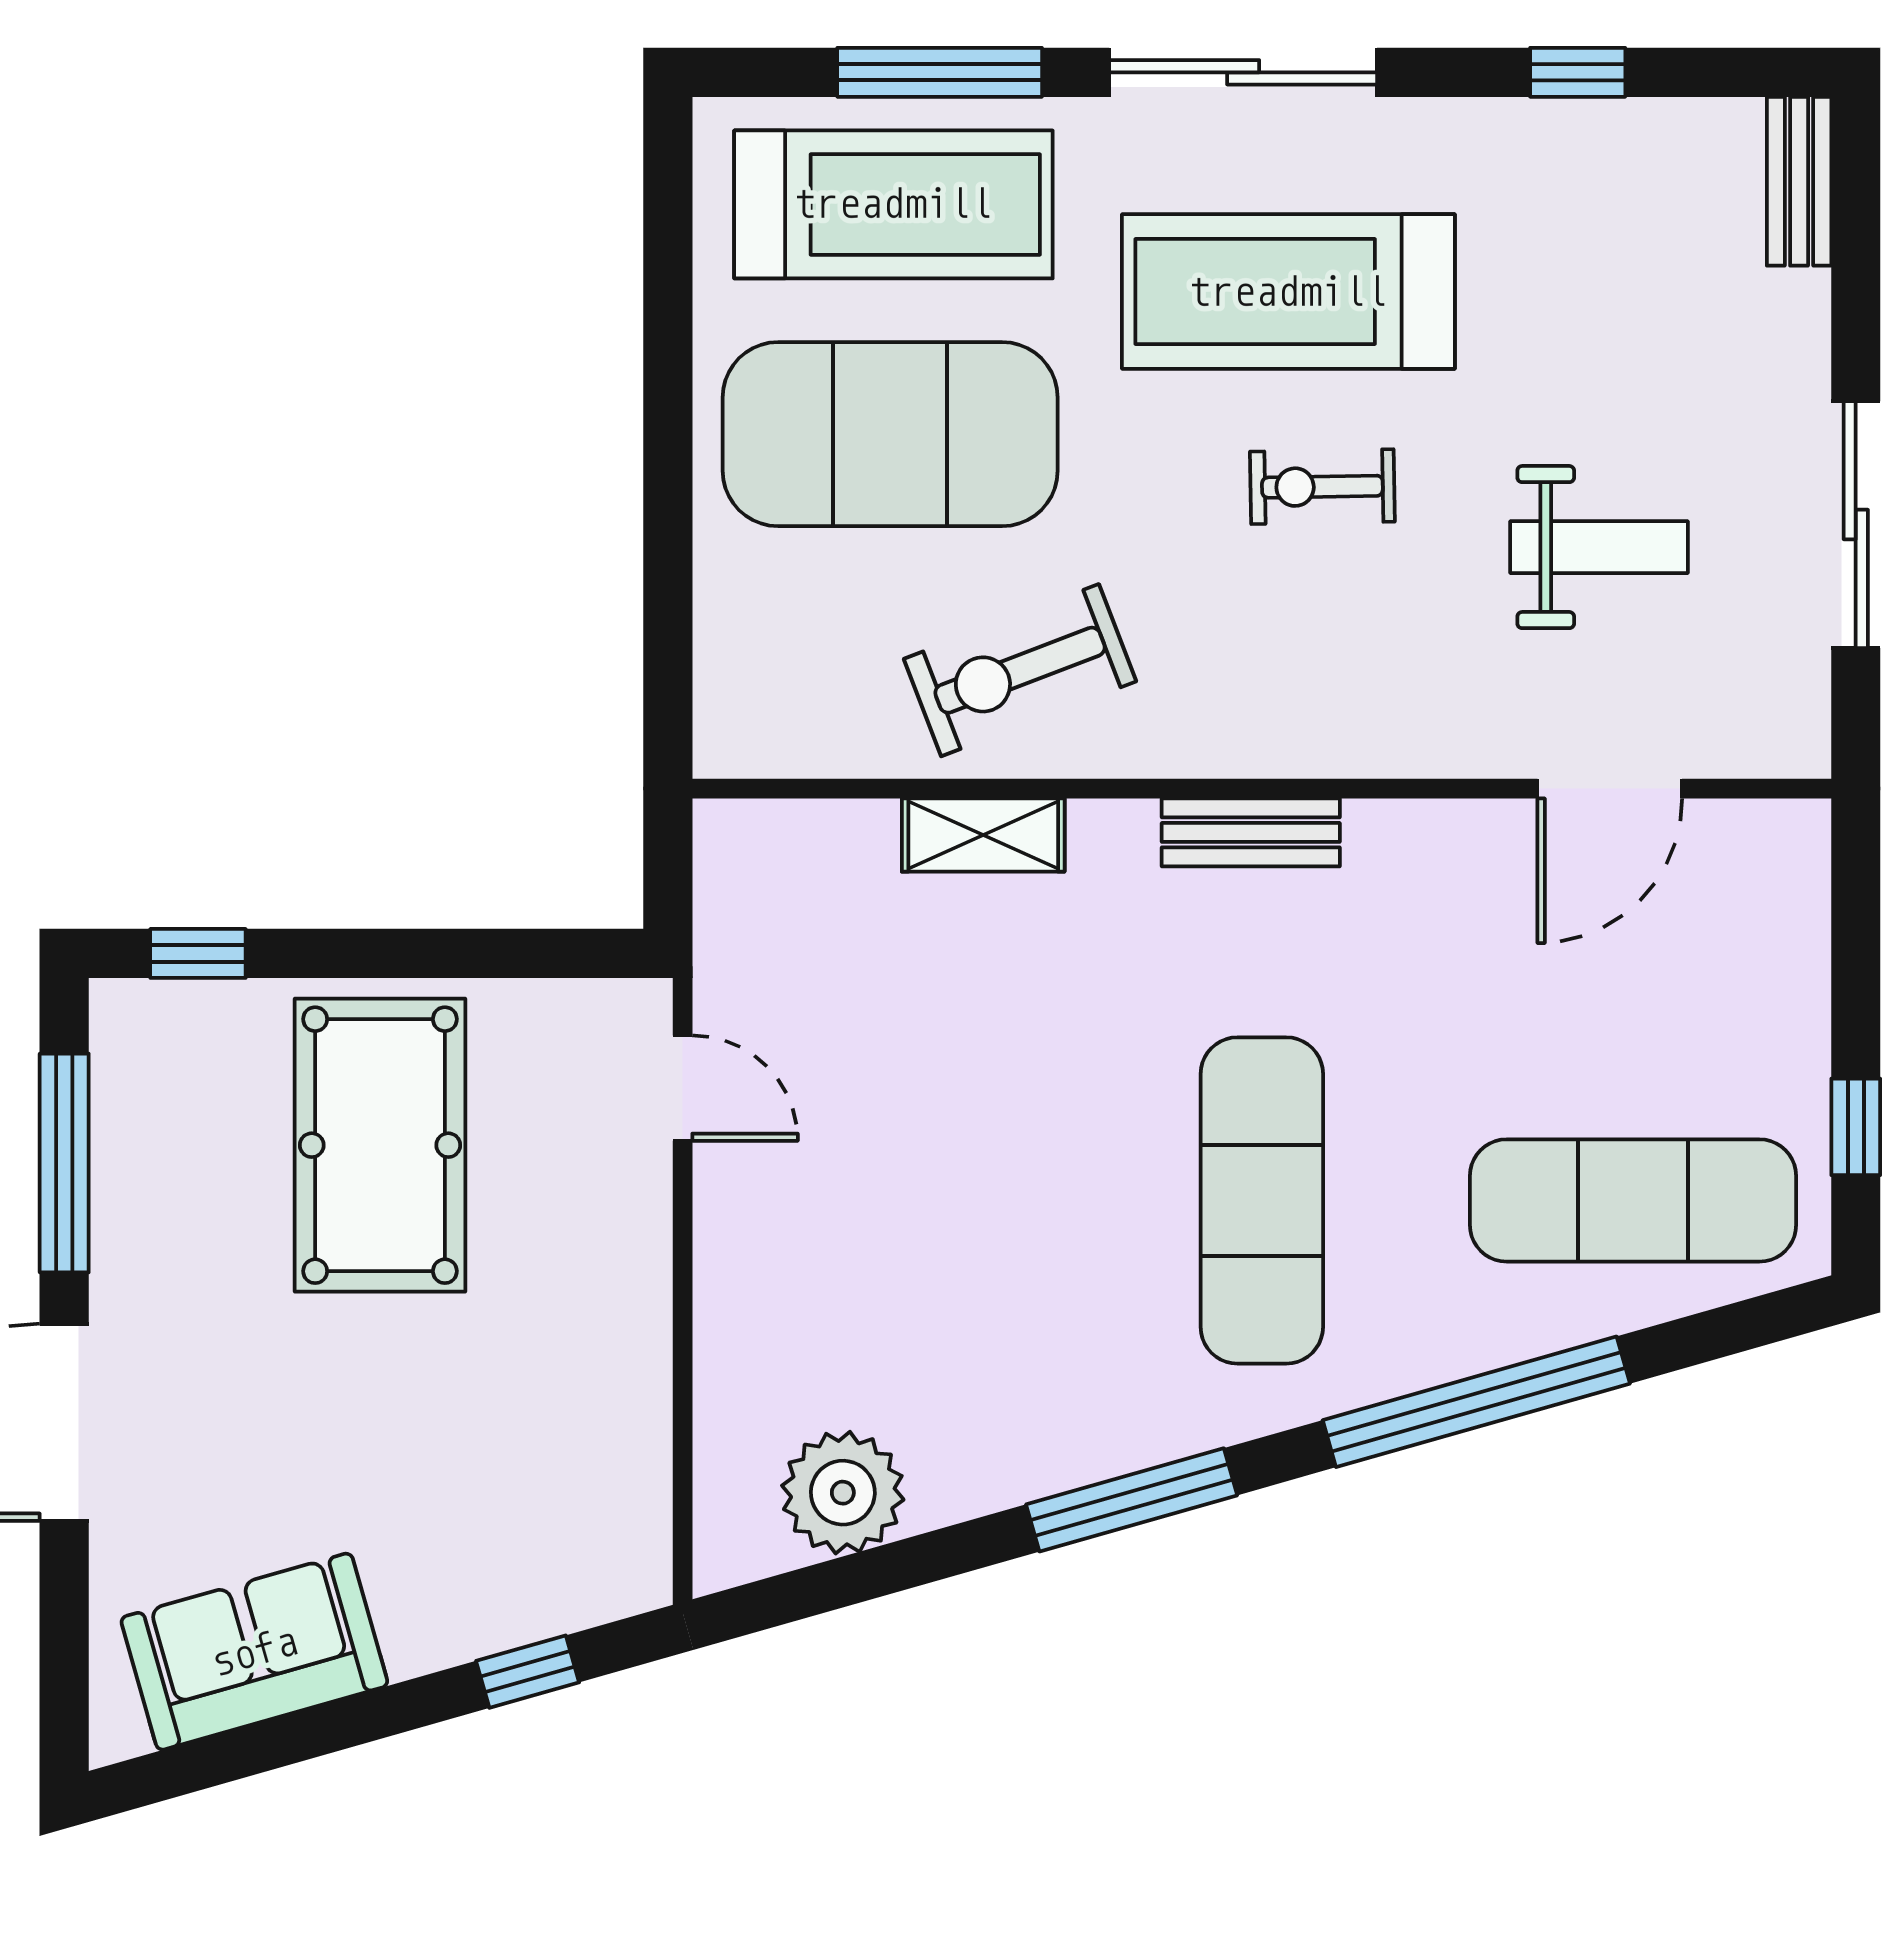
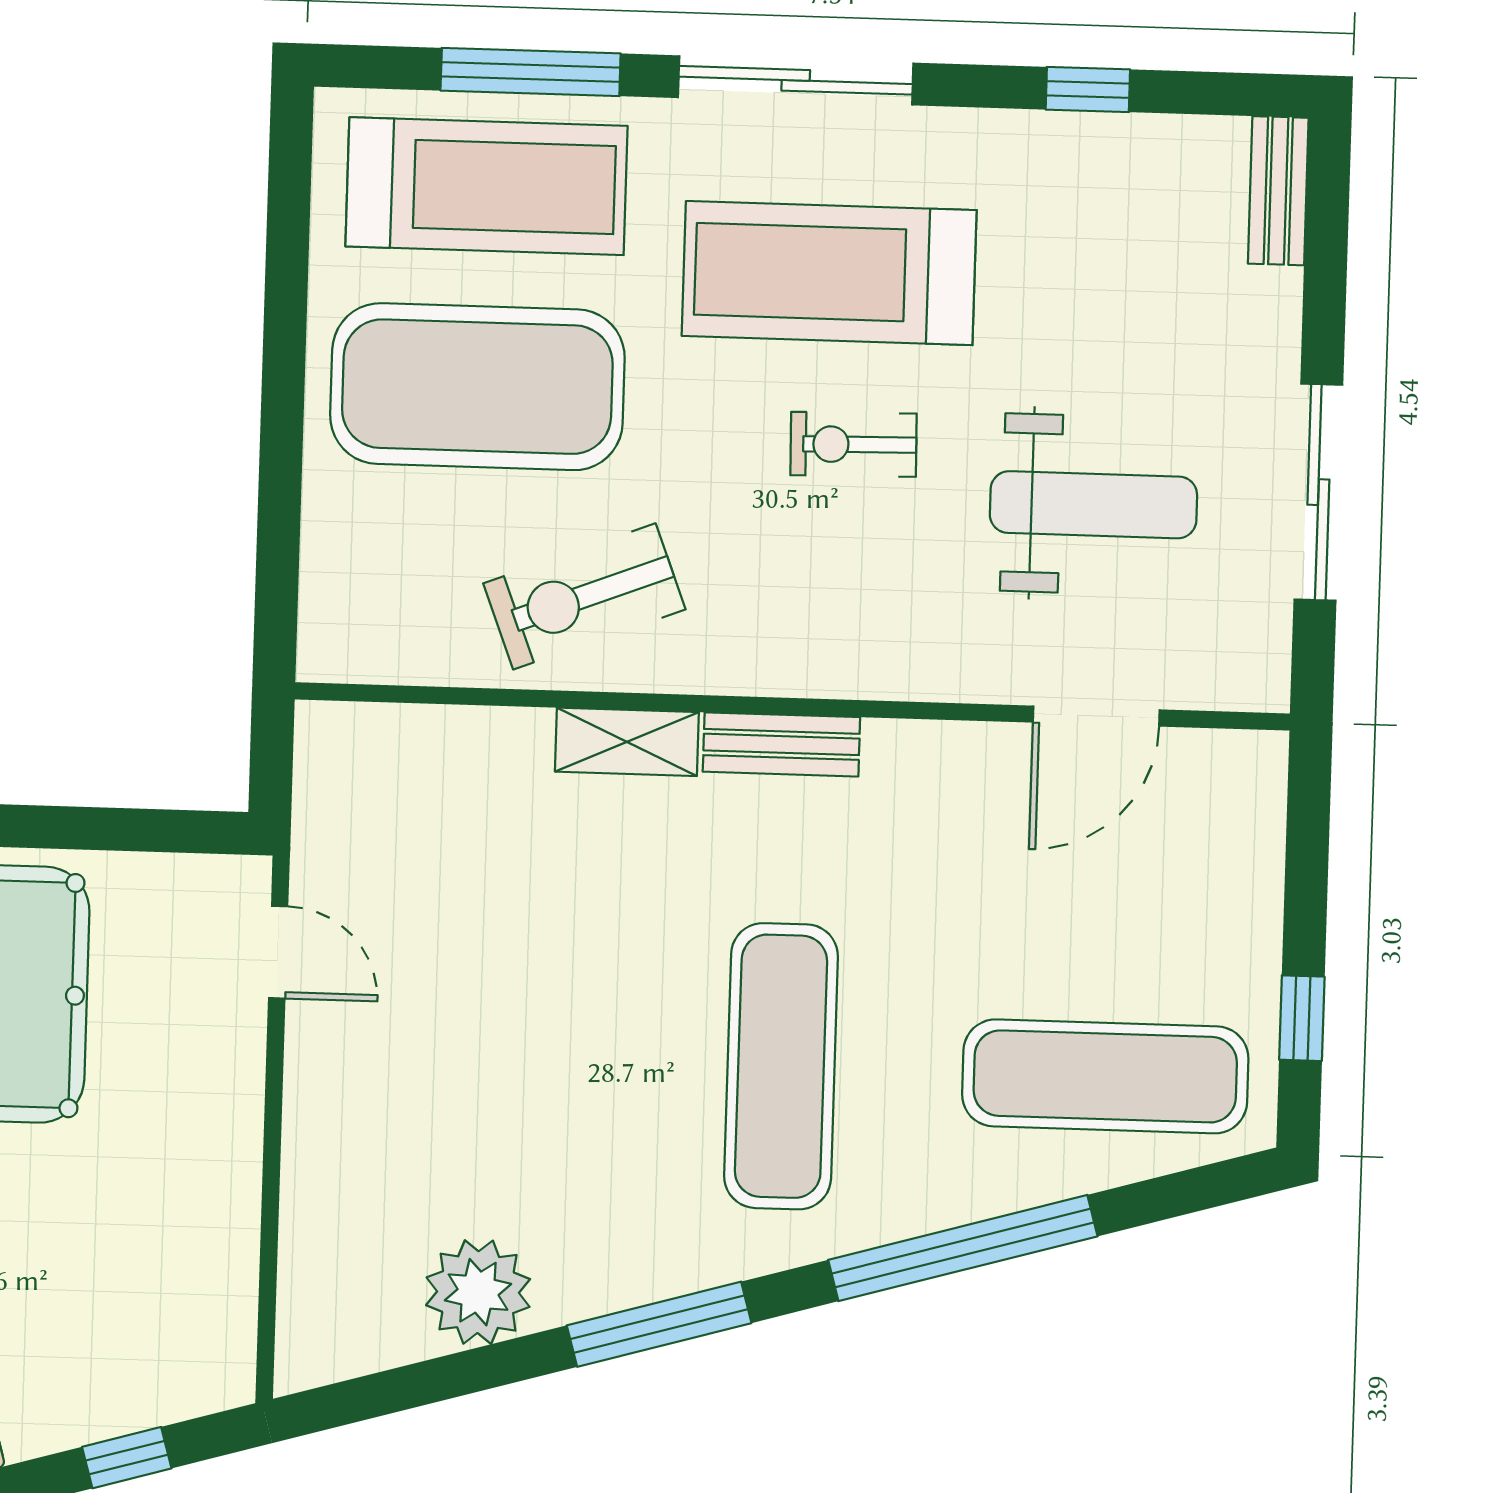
weight bench: (1599, 547) -> (1093, 505), width x1.36, depth x1.33
shelving: (983, 835) -> (627, 742), moved
plant: (843, 1493) -> (478, 1292), moved

